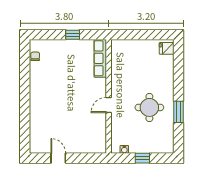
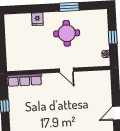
fridge: (167, 48) -> (37, 19), moved

